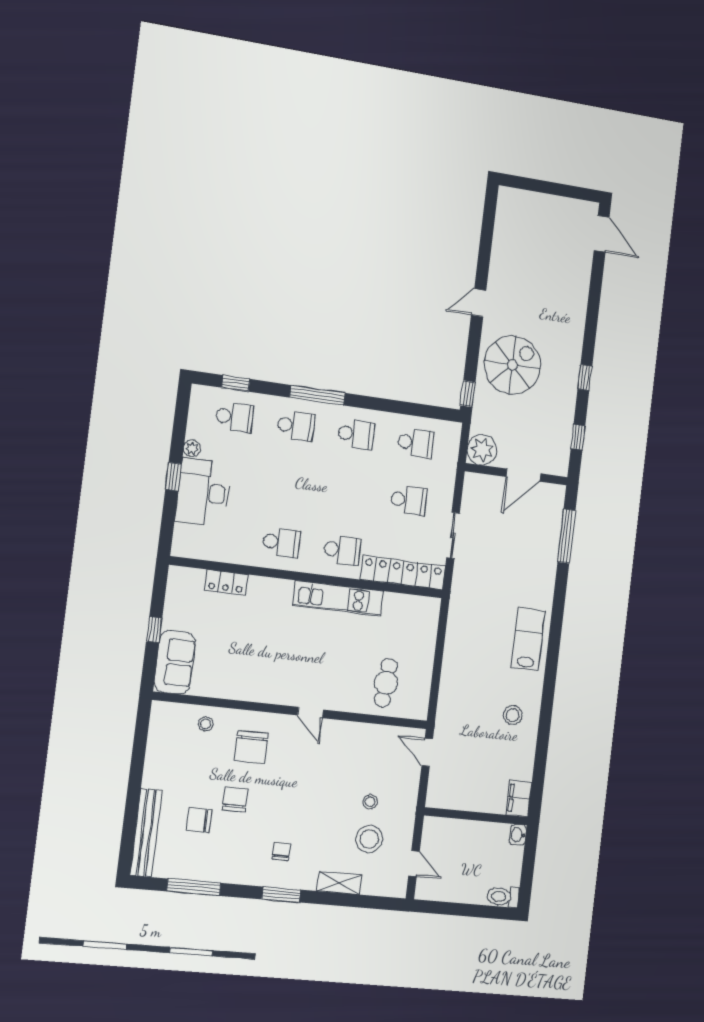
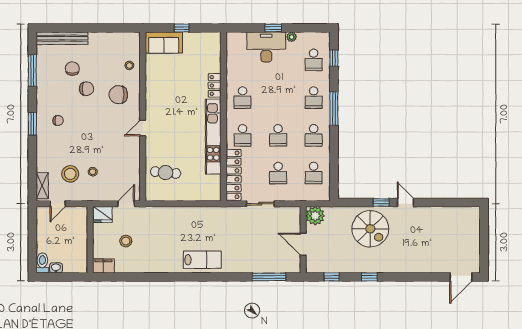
window: (468, 394) -> (381, 202), moved
school desk: (349, 492) -> (278, 135), added
locker: (226, 582) -> (215, 85), moved
kitchen unit: (338, 598) -> (213, 137), width x1.36
stool: (513, 715) -> (126, 241), moved
fridge: (439, 792) -> (103, 214), added
washbasin: (518, 835) -> (56, 268), moved
shelving: (339, 883) -> (42, 186), moved

